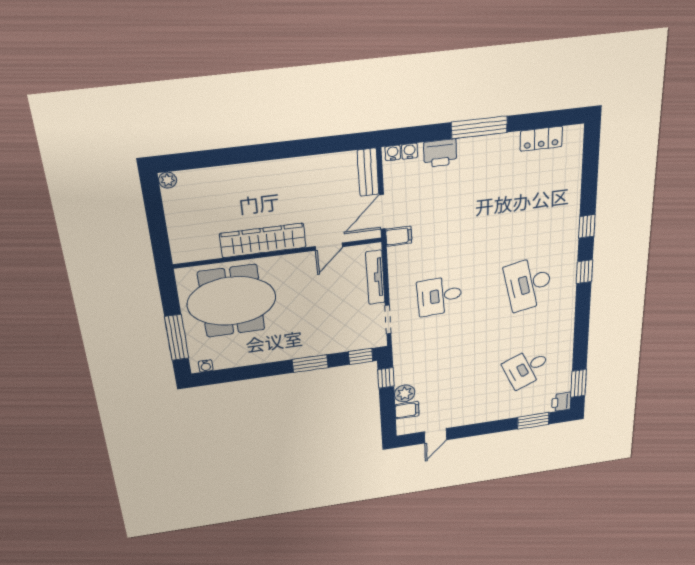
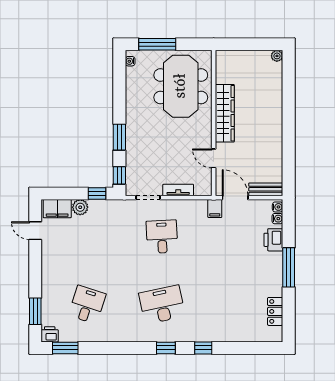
tv unit: (375, 277) -> (178, 190), width x0.71
desk: (527, 368) -> (87, 305), turned 42
filing cabinet: (407, 410) -> (57, 209), width x2.00

